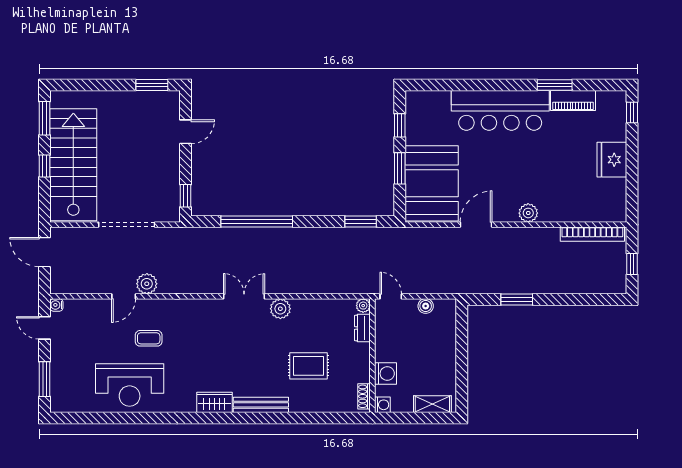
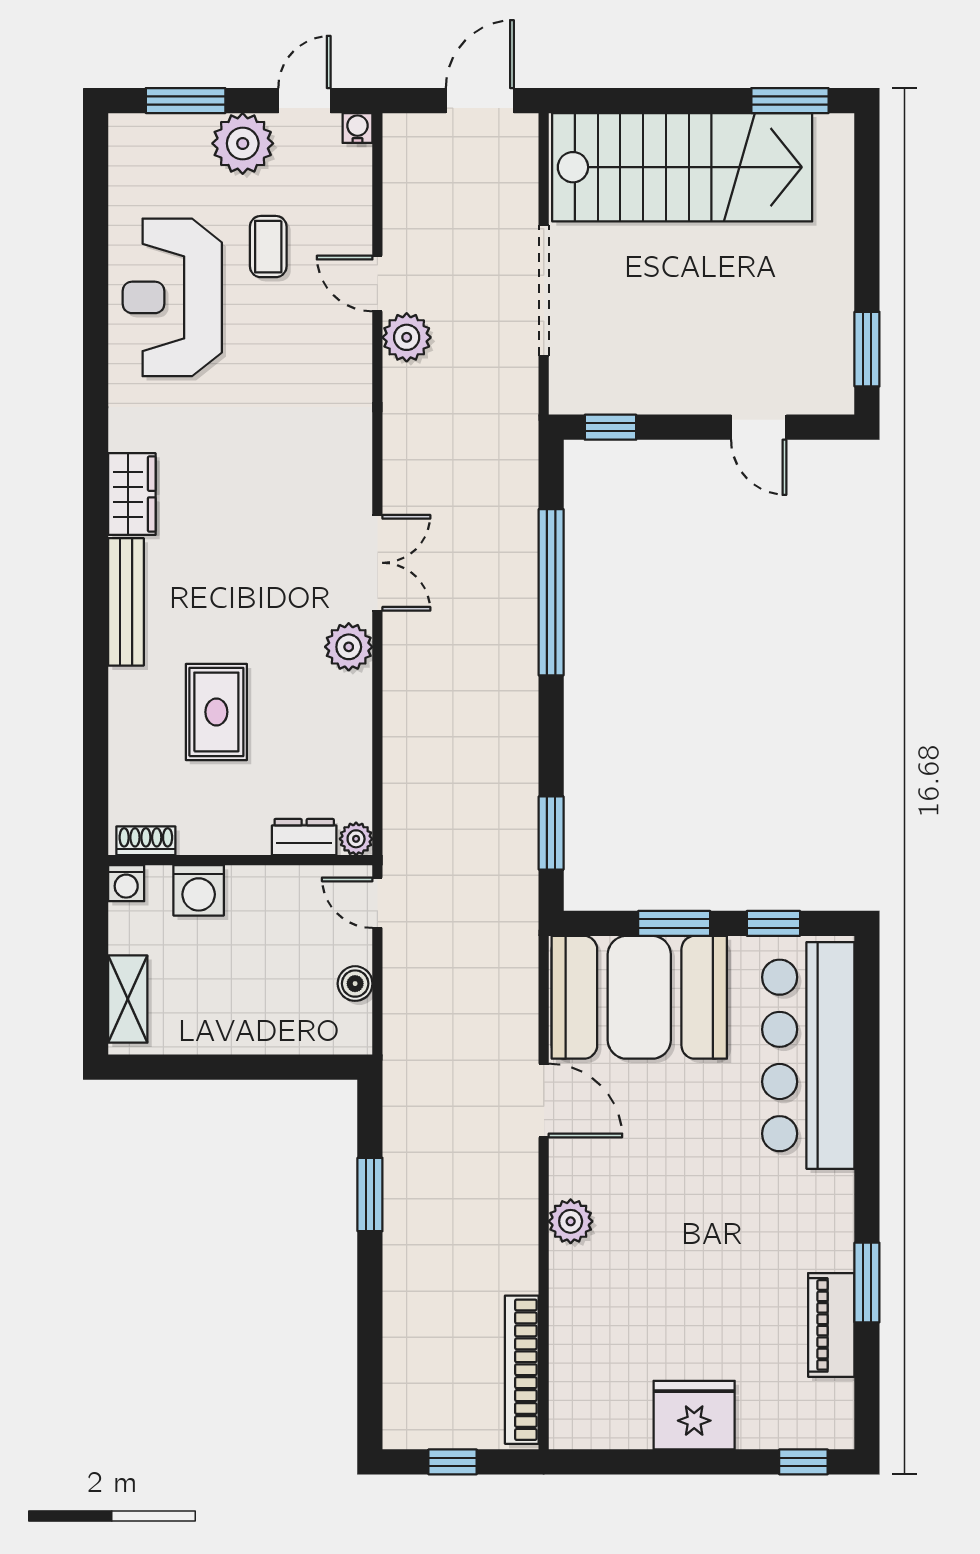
bar counter: (500, 110) -> (808, 1055), moved
window: (45, 166) -> (680, 101), removed
door: (391, 296) -> (377, 903), swing flipped
coffee table: (149, 338) -> (268, 247), moved
plant: (63, 355) -> (243, 143), added

